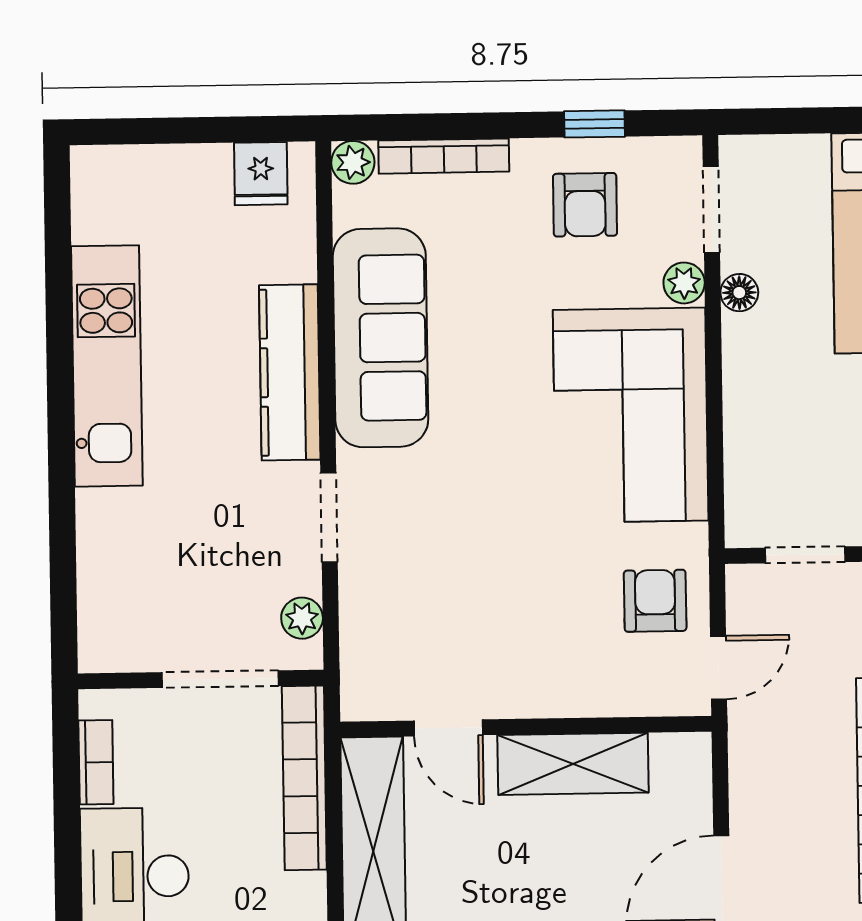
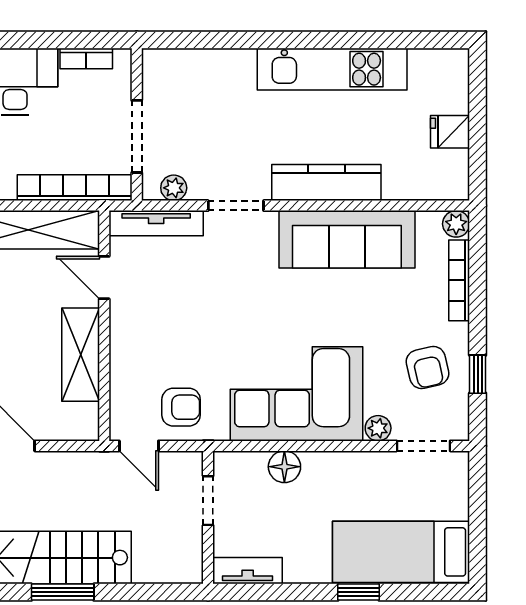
fridge: (261, 174) -> (450, 132), moved
armchair: (585, 205) -> (428, 368), turned -103
floor lamp: (739, 293) -> (284, 467), moved, width x1.37, depth x1.37
tv unit: (359, 646) -> (156, 223), added
door: (448, 728) -> (104, 278), hinge flipped

